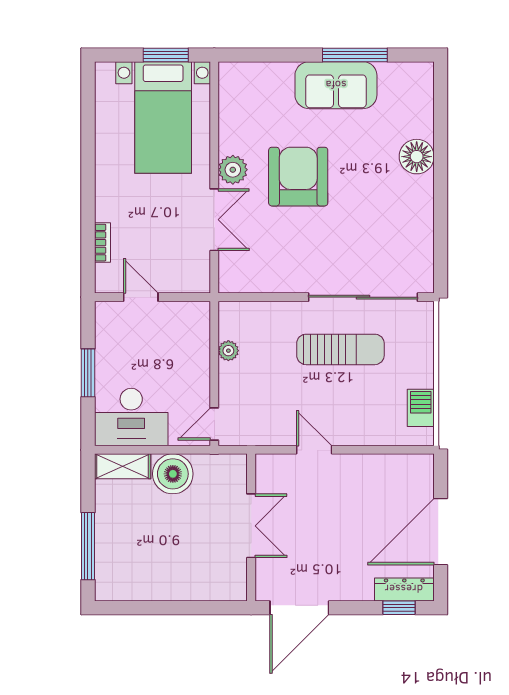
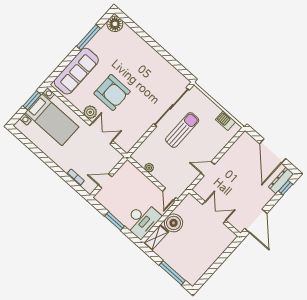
sofa: (336, 85) -> (76, 71), moved, width x1.36
floor lamp: (417, 157) -> (115, 24), moved
armchair: (298, 177) -> (112, 92), turned 180

